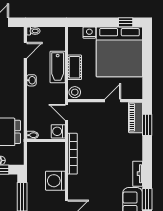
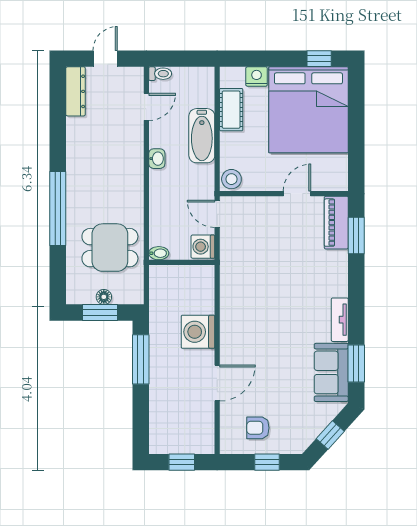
cot: (75, 67) -> (231, 110), moved
bookcase: (73, 154) -> (228, 285), removed

